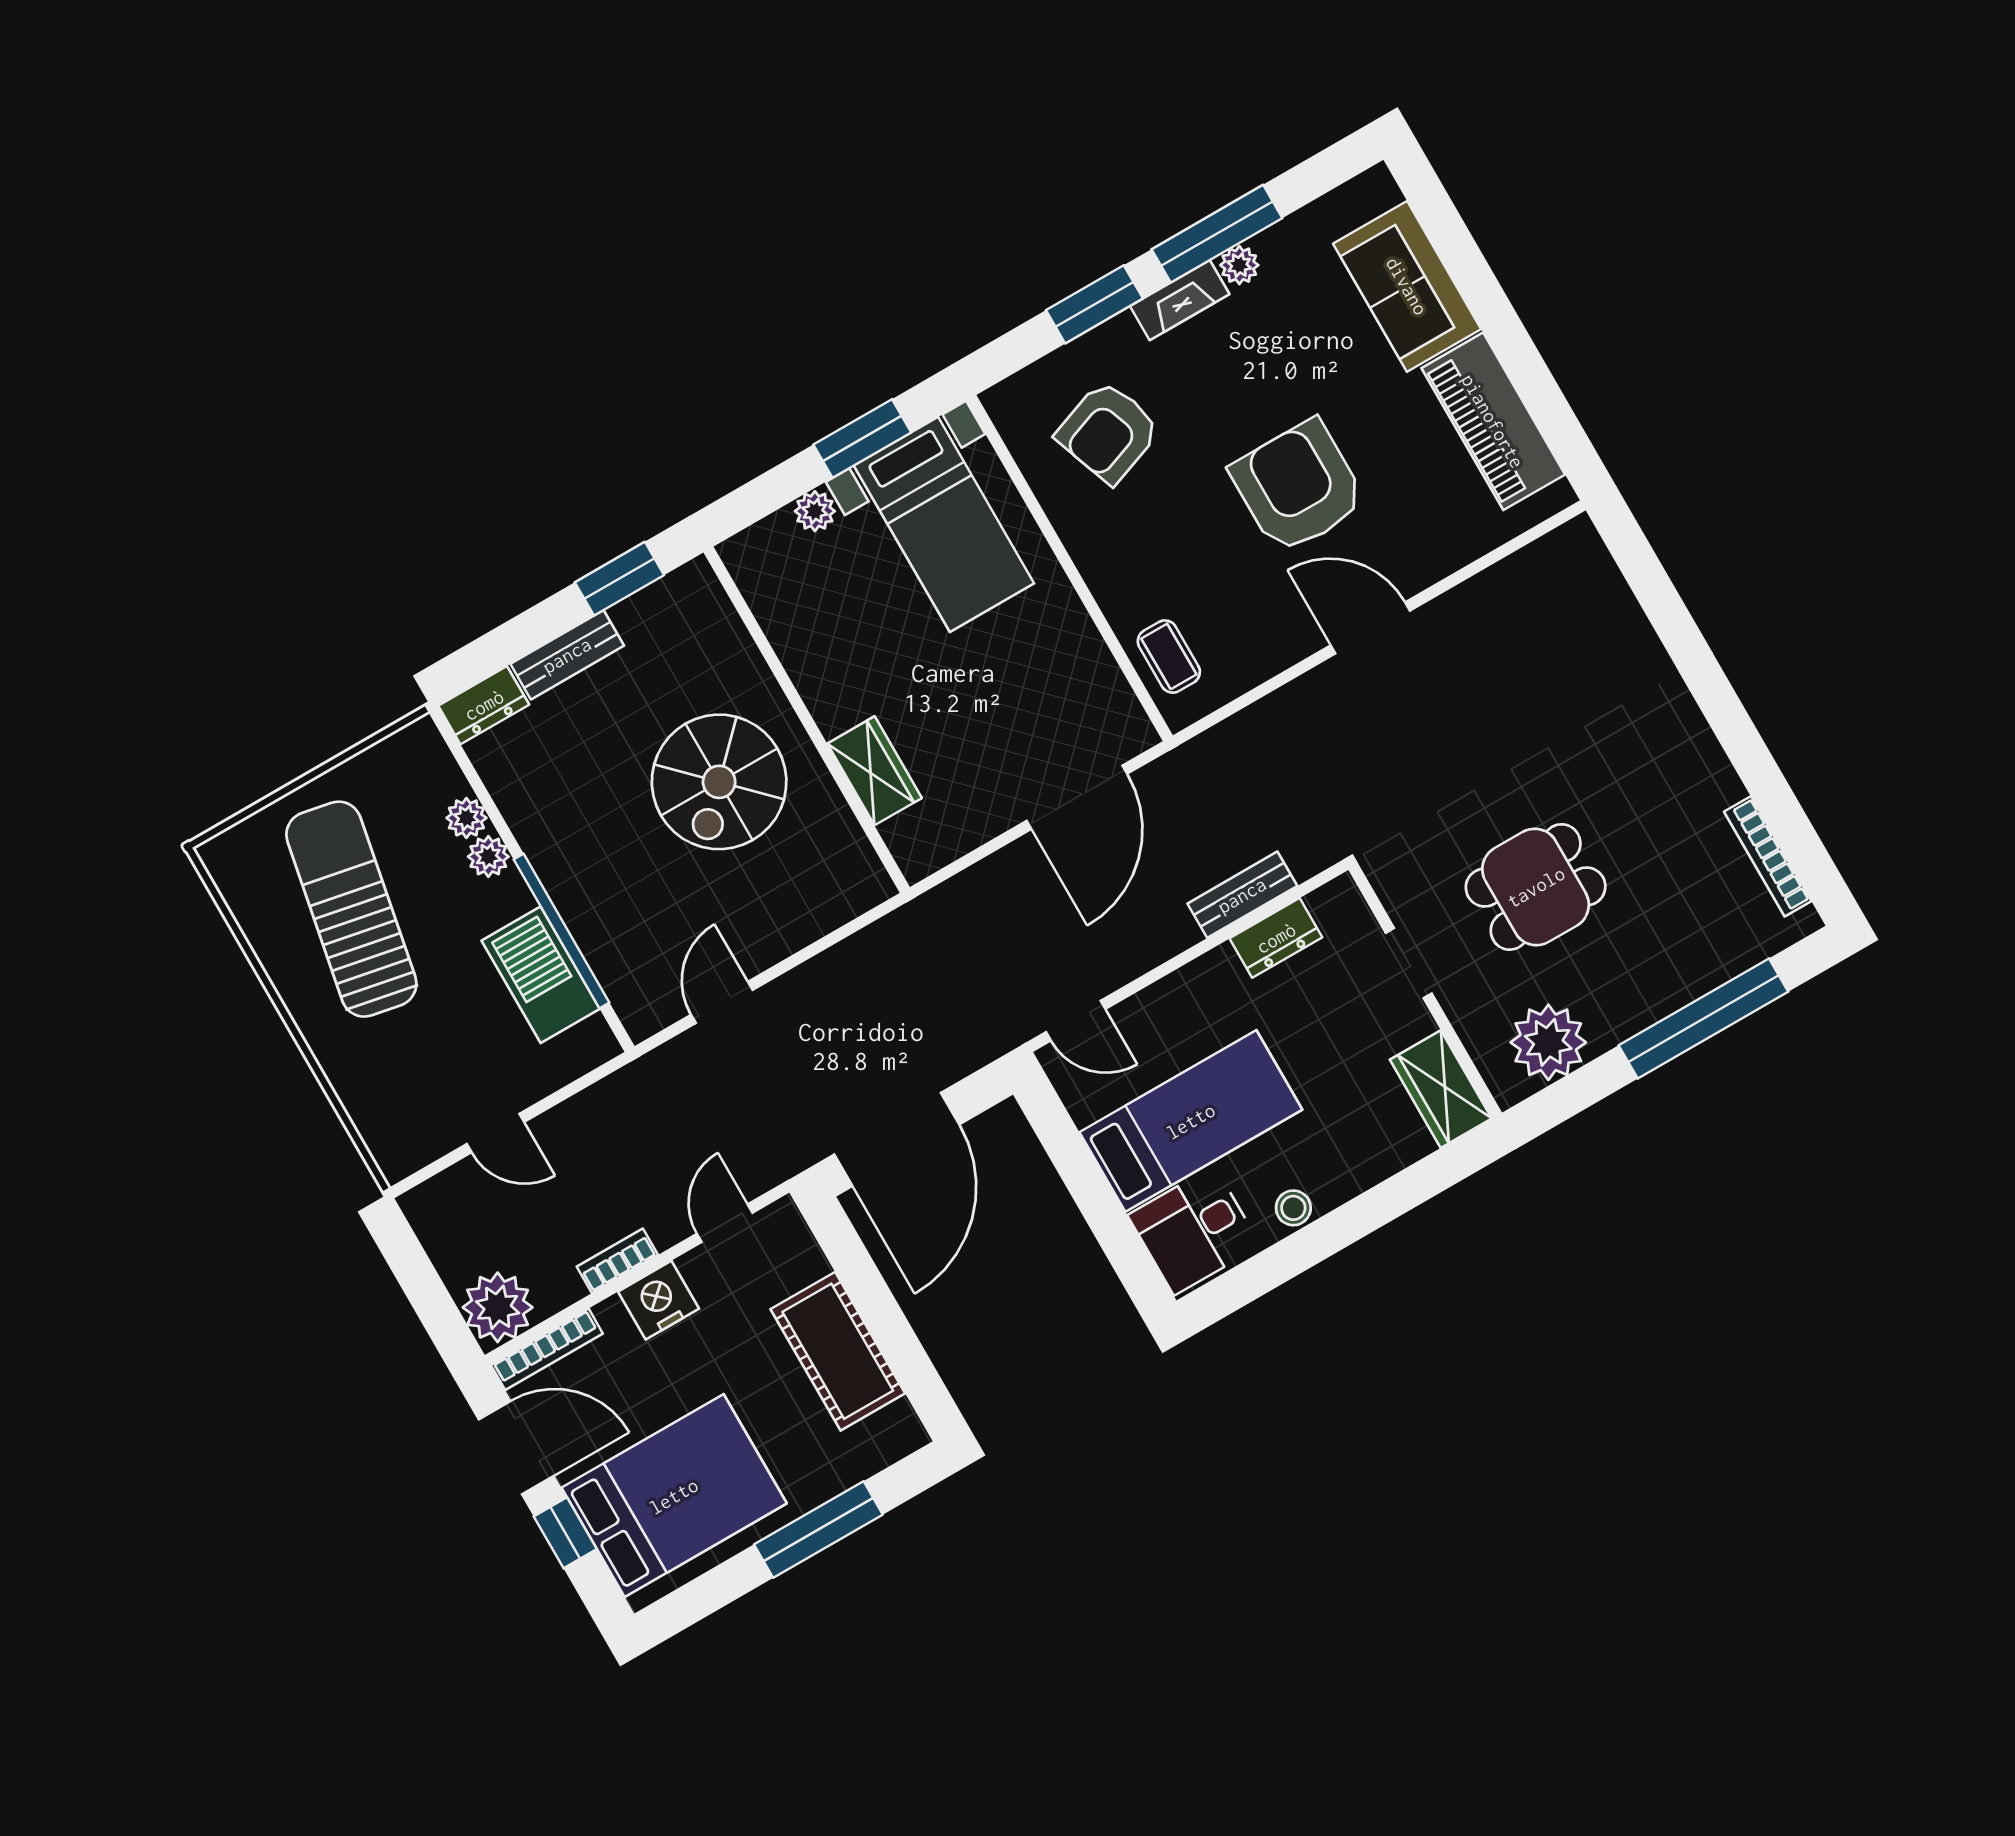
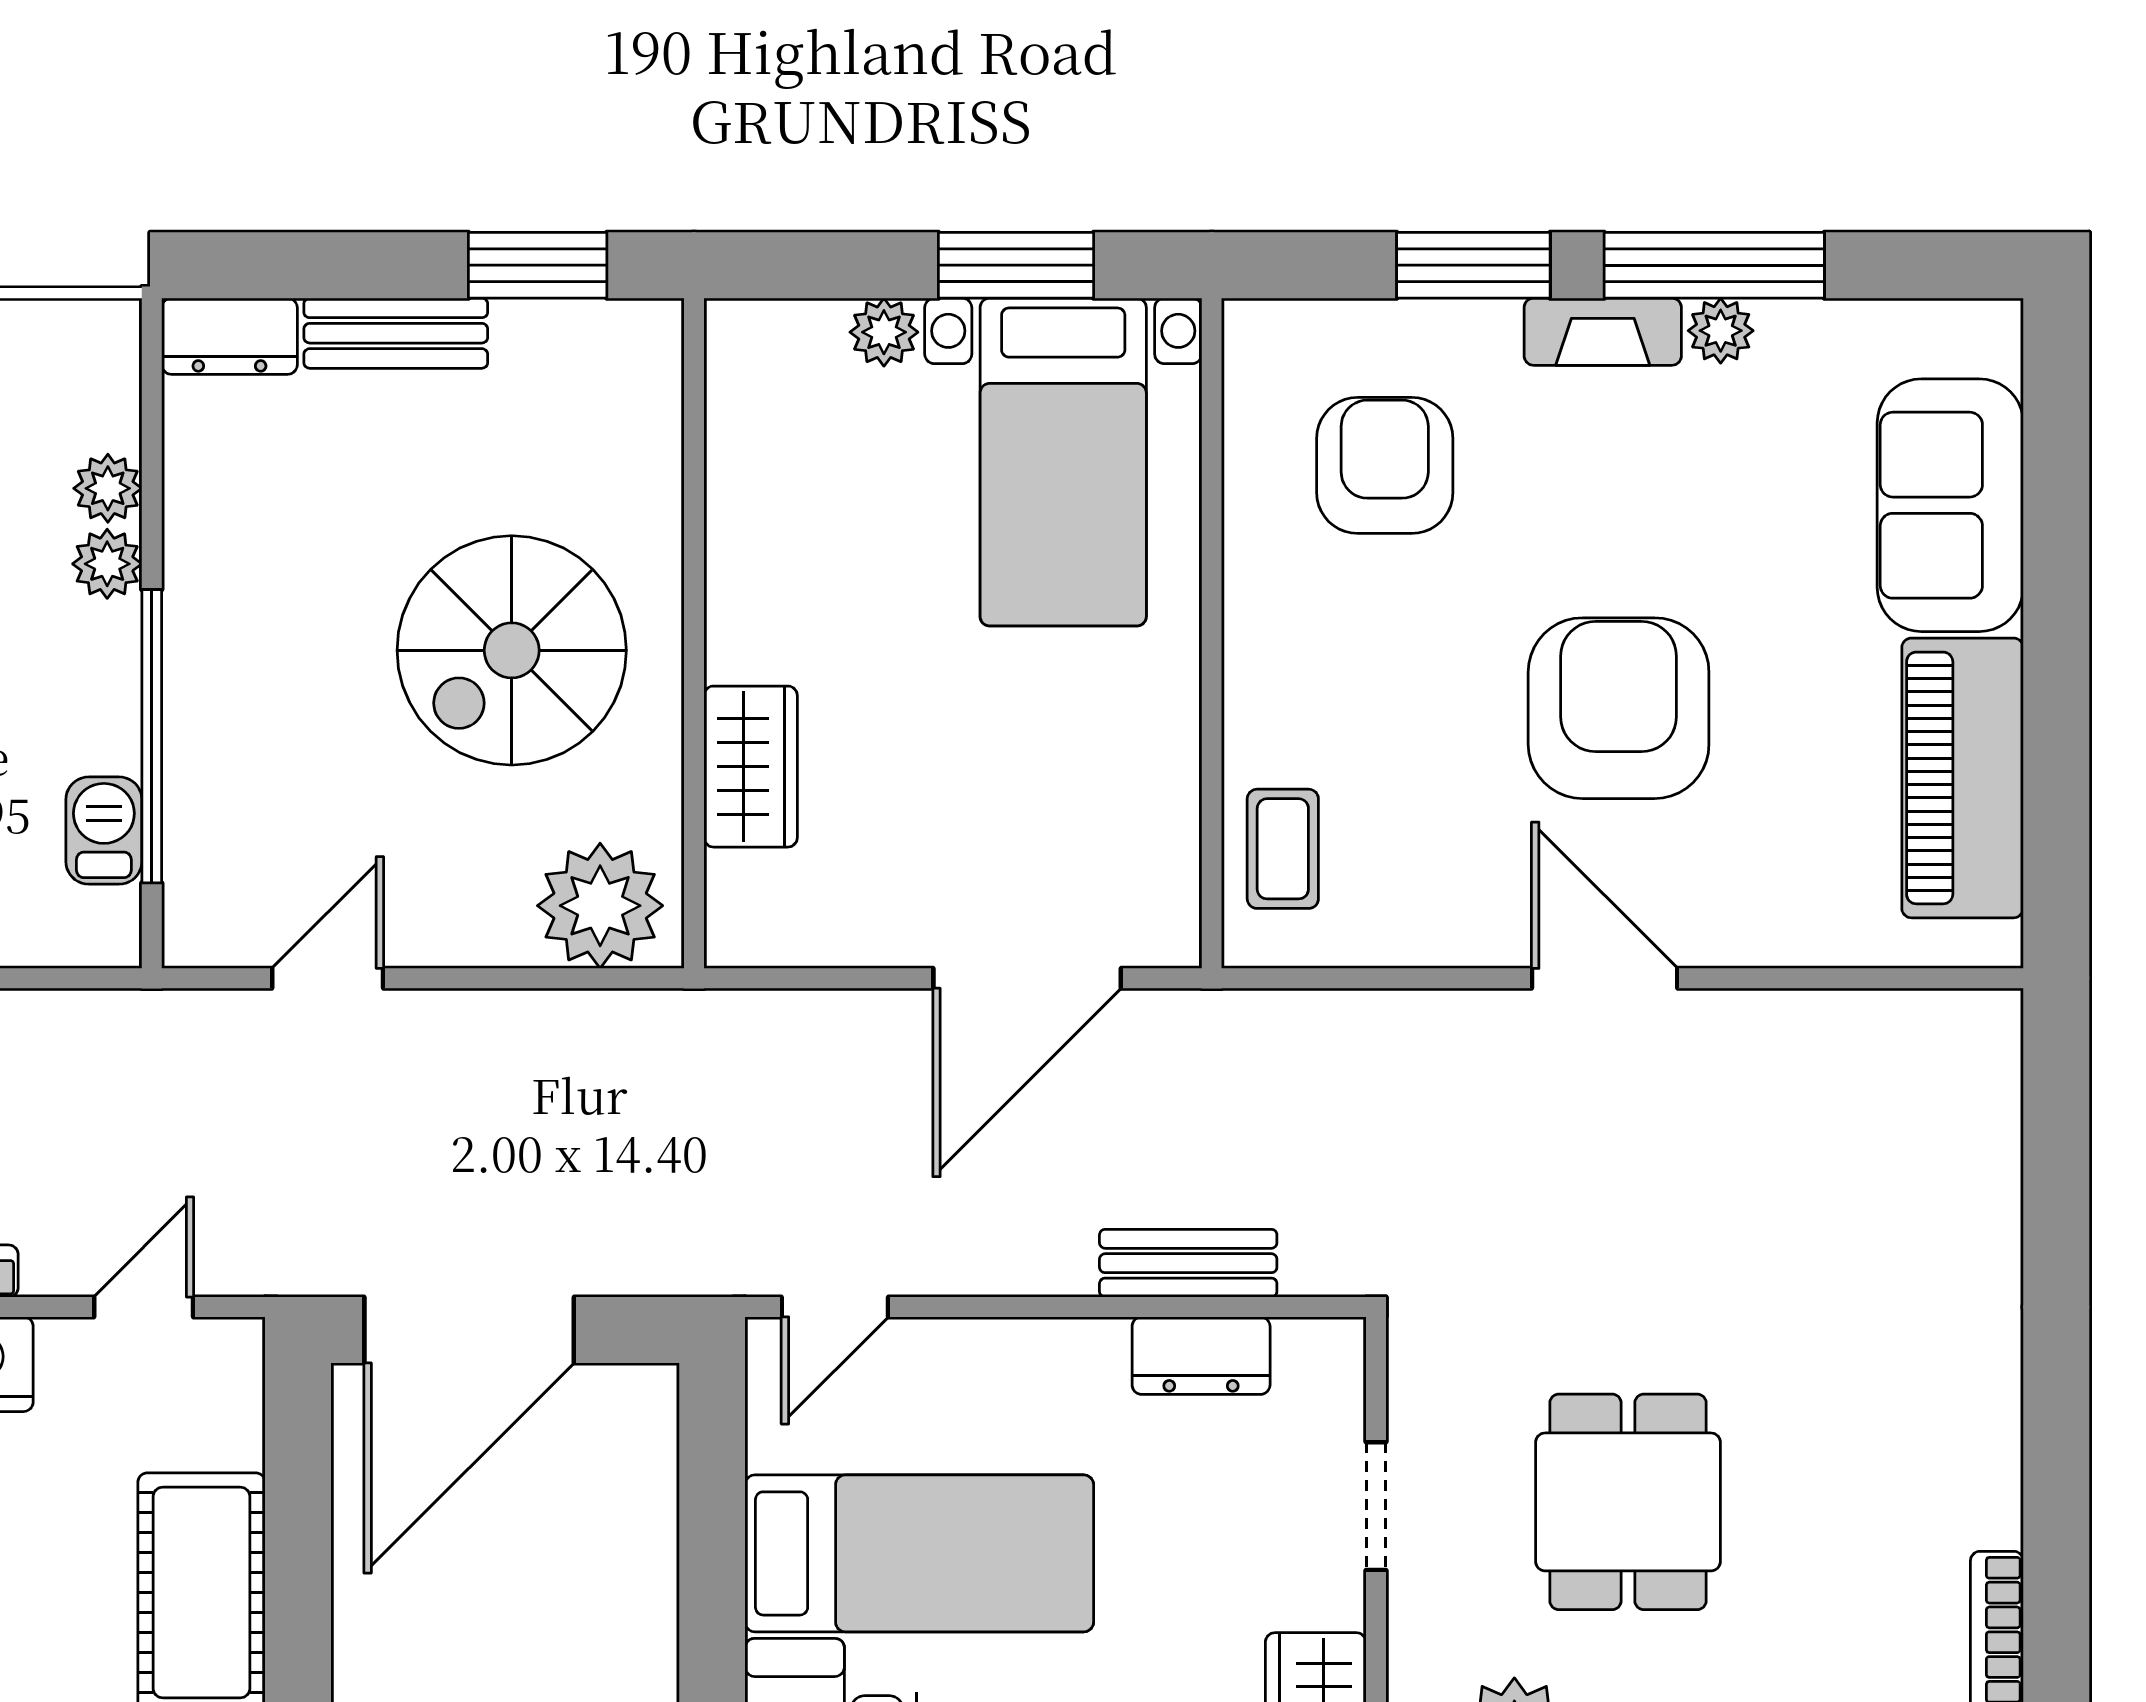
armchair: (1108, 432) -> (1385, 465), turned 110
plant: (839, 886) -> (600, 906), added
dining table: (1536, 887) -> (1628, 1502), turned 90
barbecue: (541, 975) -> (104, 831), width x0.53, depth x0.65
door: (1076, 1021) -> (835, 1307), hinge flipped

